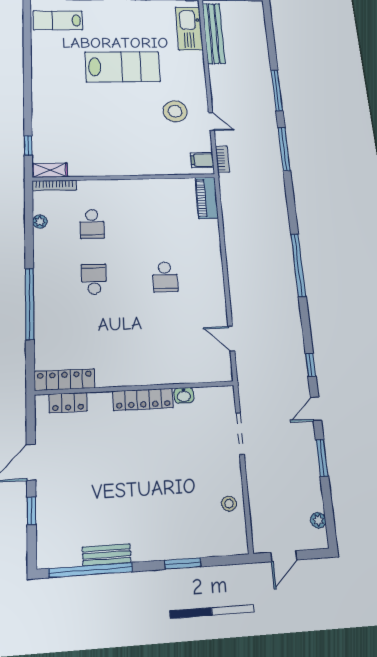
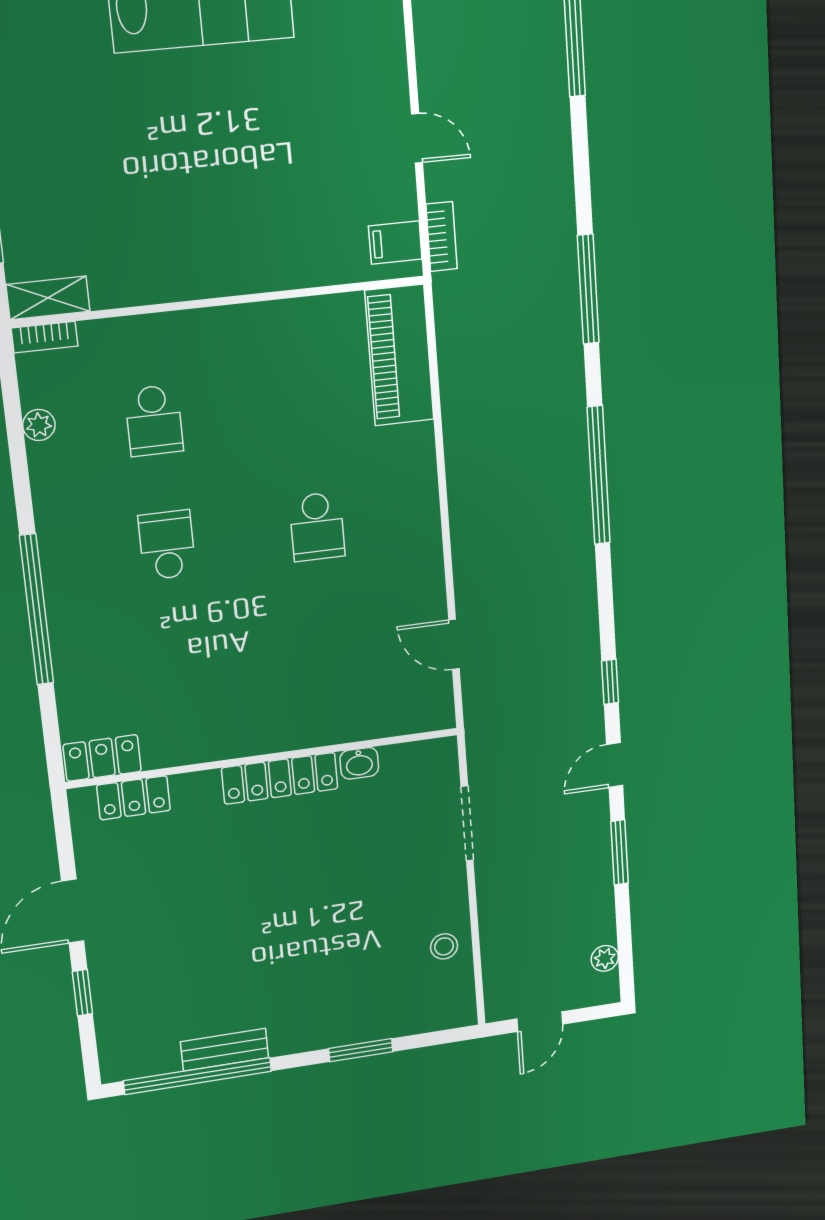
stool: (175, 111) -> (331, 118), removed
window: (284, 149) -> (588, 289), moved
bookcase: (54, 185) -> (45, 337), width x0.64
piano: (207, 198) -> (399, 355), width x1.37, depth x1.33
locker: (65, 380) -> (102, 758), width x0.66

